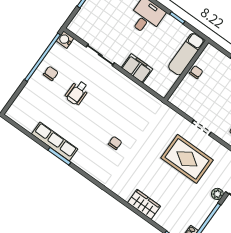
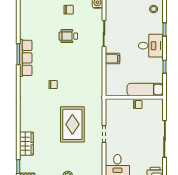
filing cabinet: (137, 68) -> (112, 59), width x0.50
row of seats: (55, 141) -> (26, 58), moved
rug: (187, 159) -> (72, 124), moved
wardrobe: (144, 204) -> (26, 144), moved

